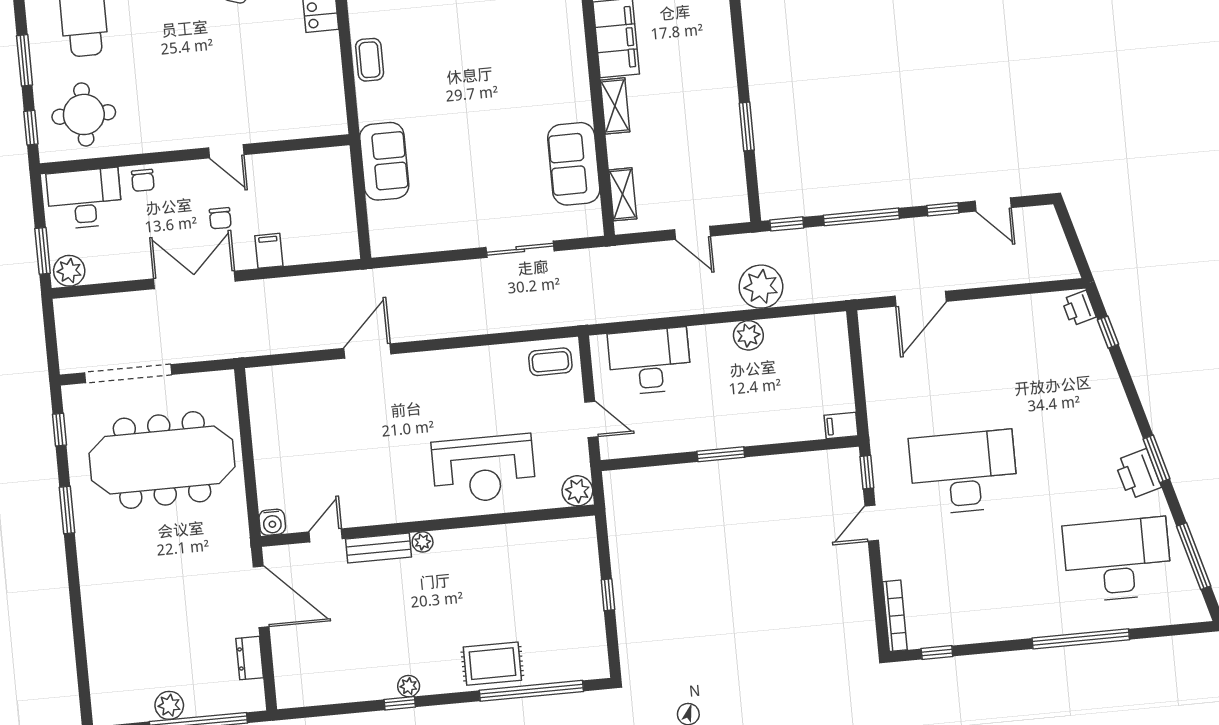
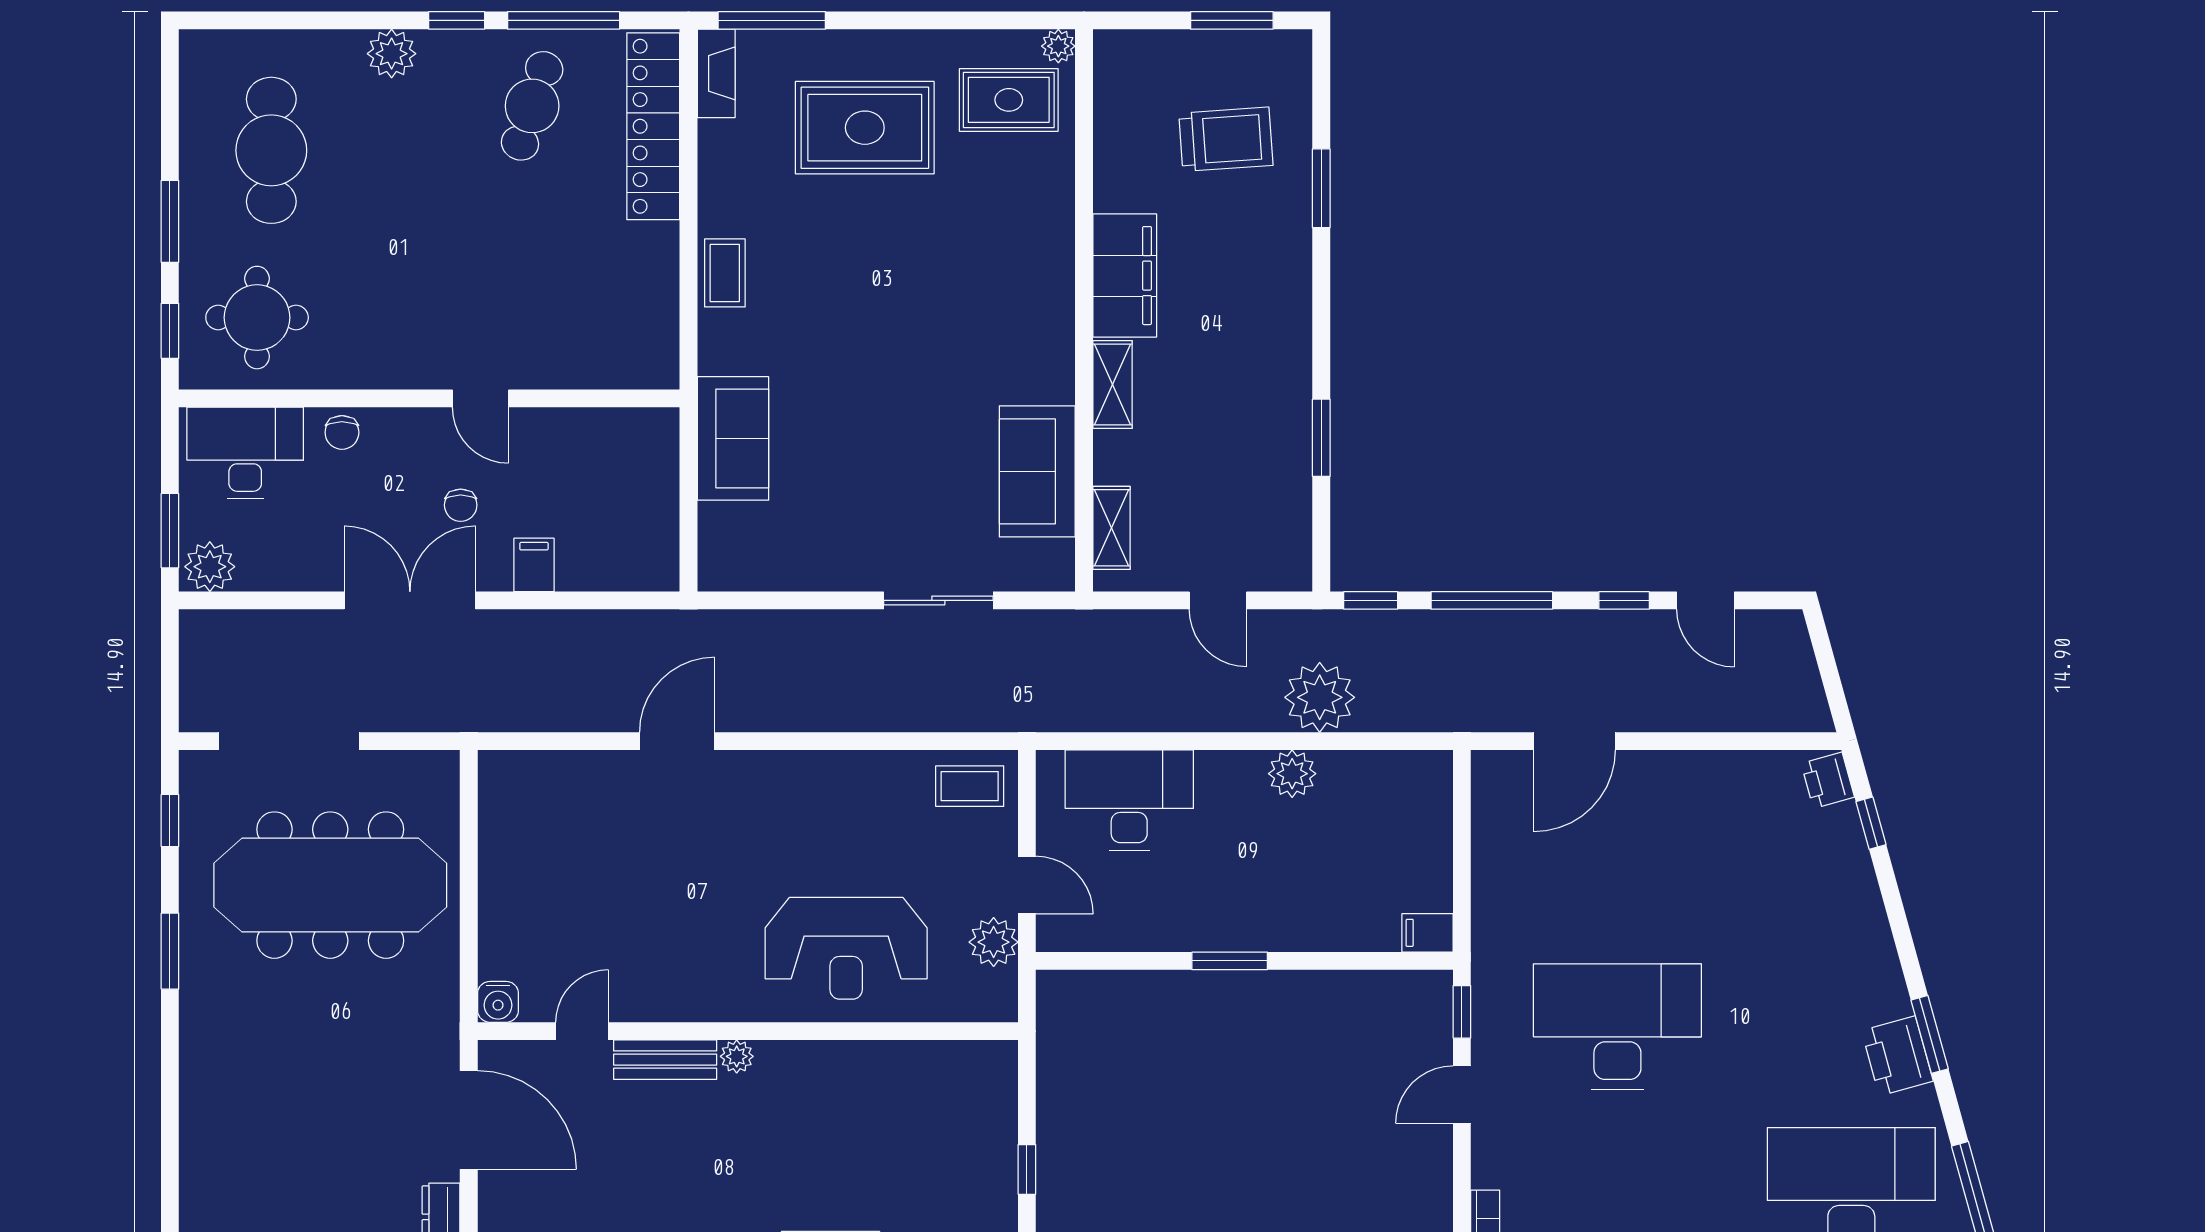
plant: (577, 491) -> (994, 942), moved

